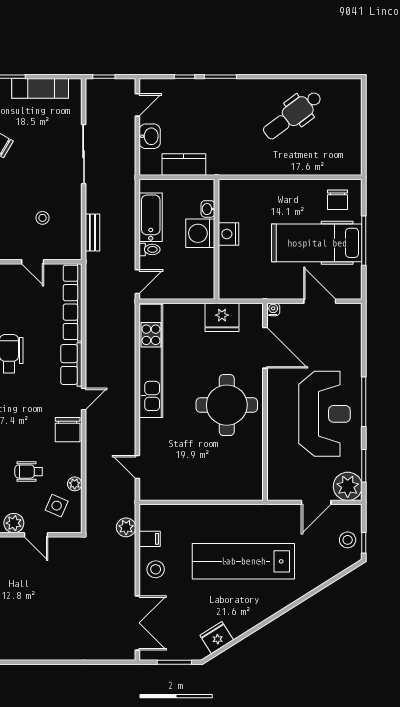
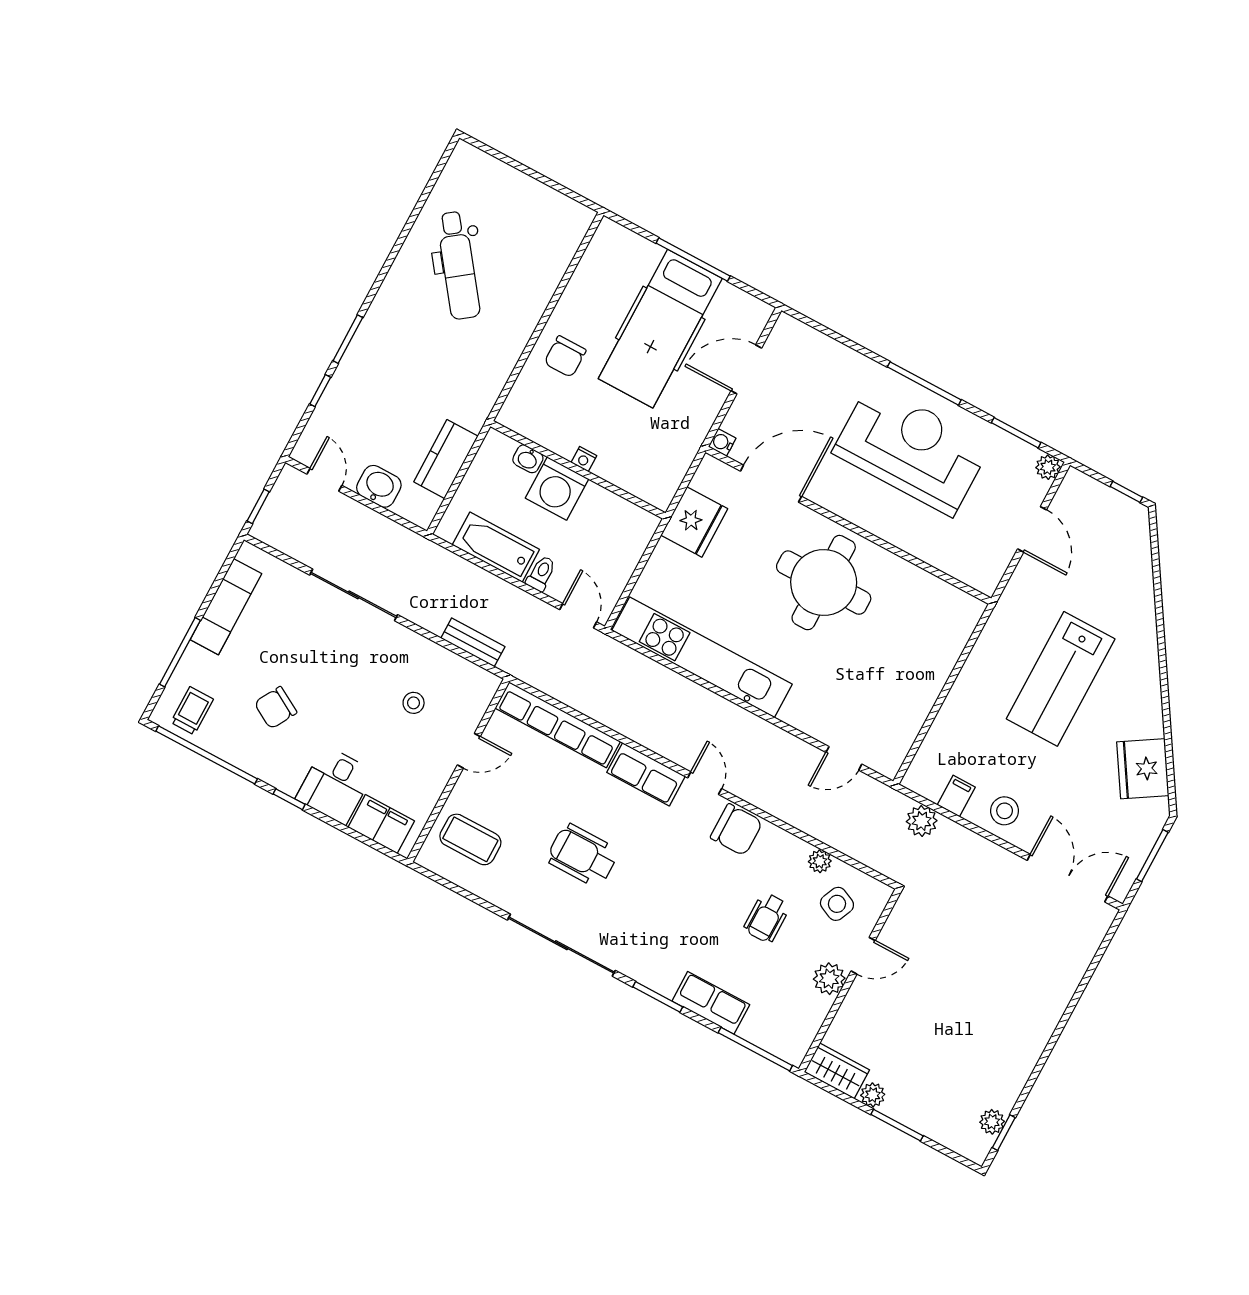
chair: (338, 200) -> (565, 357), moved, turned 90
nightstand: (228, 234) -> (584, 459), width x0.53, depth x0.56
plant: (348, 486) -> (1048, 467), width x0.53, depth x0.53
stool: (348, 540) -> (1110, 513), removed
lab bench: (243, 561) -> (1061, 679), width x0.73
fridge: (217, 638) -> (1143, 769), width x1.36, depth x1.34

